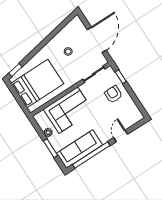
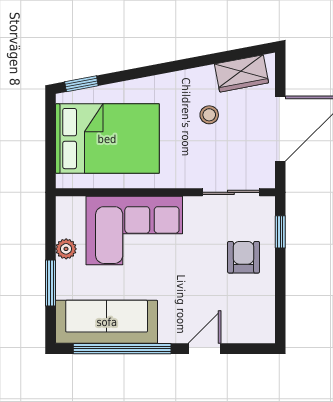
wardrobe: (70, 29) -> (241, 73), added

